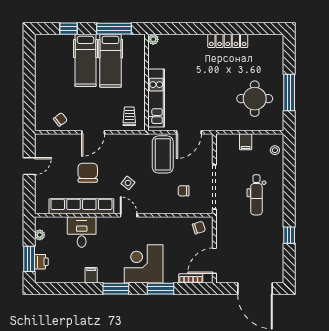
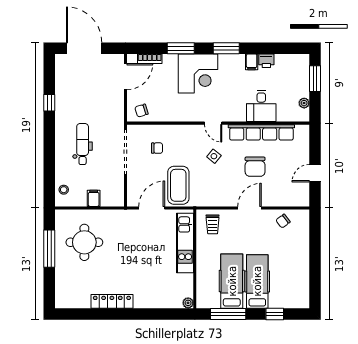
printer: (41, 262) -> (266, 61), moved, turned -90

